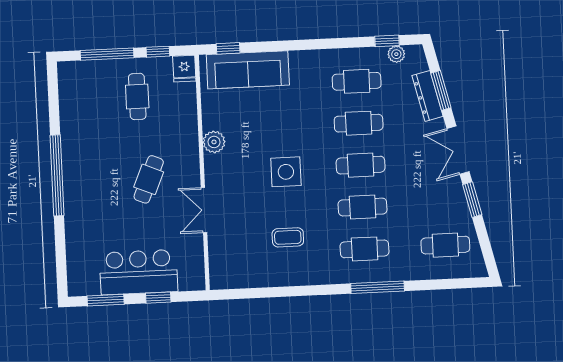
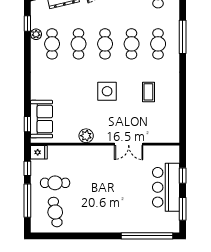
plant: (396, 54) -> (36, 34), moved
sofa: (248, 70) -> (42, 119), width x0.73
window: (57, 175) -> (147, 236), moved
cafe table: (149, 179) -> (55, 212), moved, turned 57

